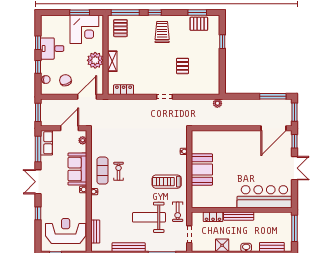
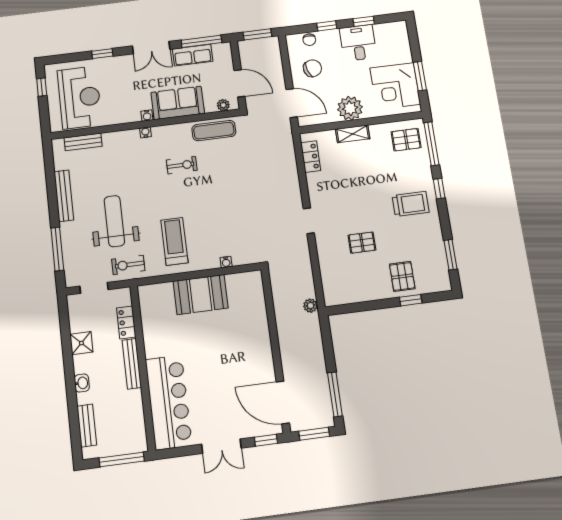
pallet: (199, 24) -> (402, 276), moved
row of seats: (47, 143) -> (193, 55), moved
exercise mat: (103, 171) -> (214, 131), moved
double door: (38, 182) -> (151, 48), swing flipped

